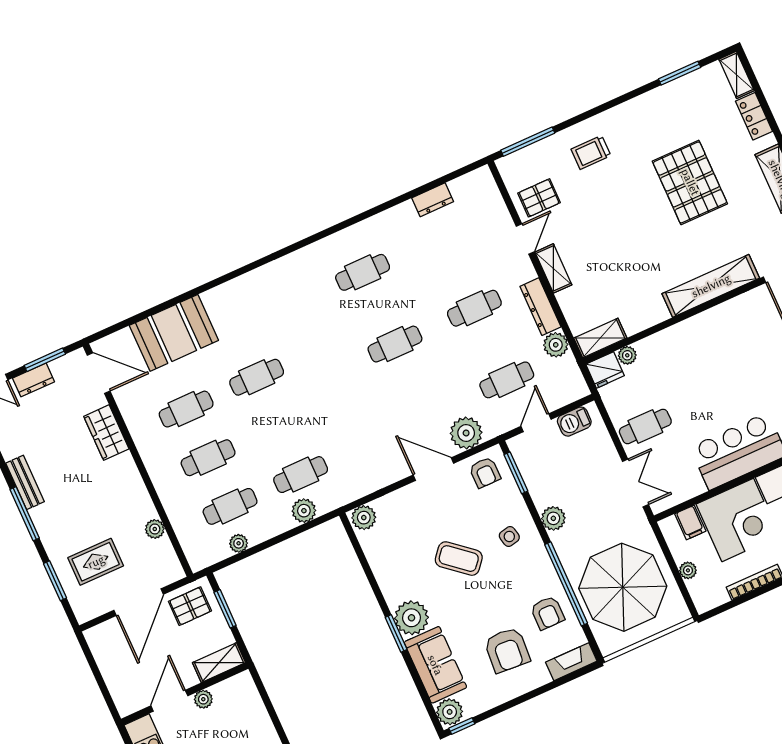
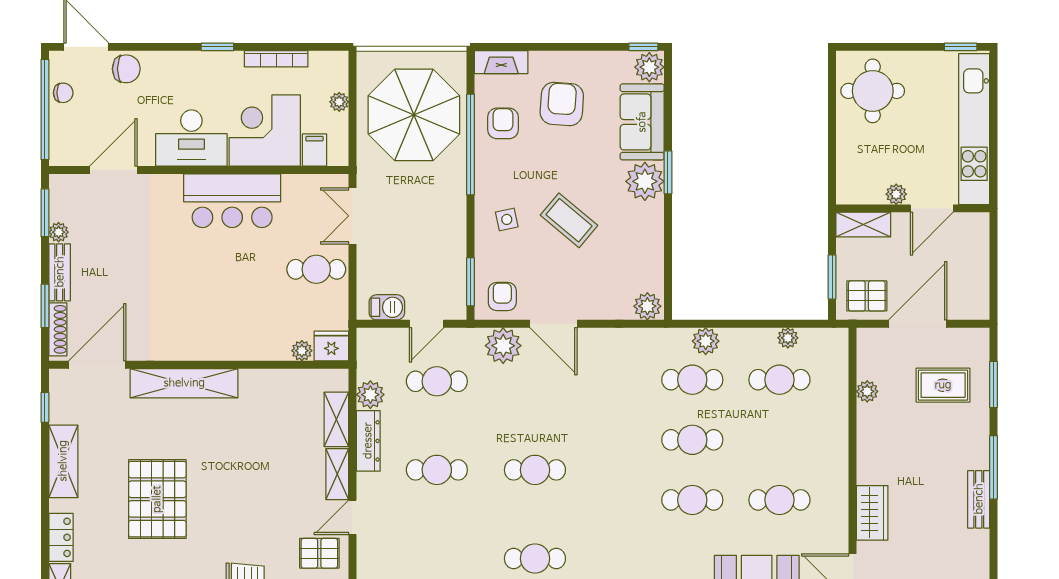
shelving: (600, 338) -> (336, 419), moved, turned 90
cafe table: (208, 458) -> (692, 440), moved
plant: (553, 518) -> (453, 218), removed

